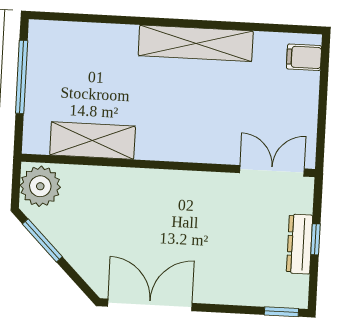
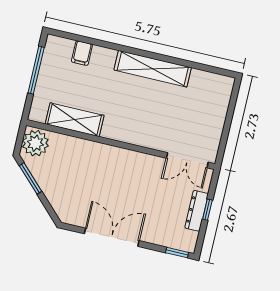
filing cabinet: (304, 57) -> (82, 53), moved, turned -90
double door: (272, 171) -> (187, 160), swing flipped
double door: (150, 305) -> (112, 237), moved

